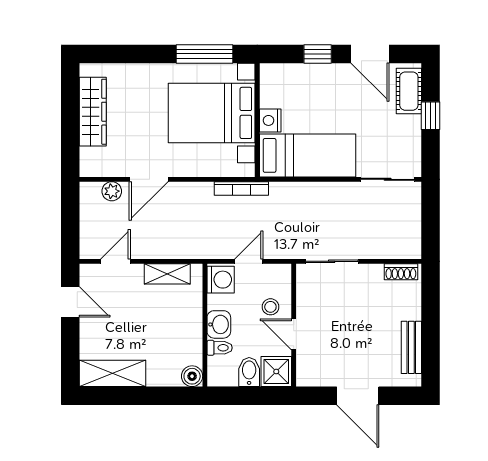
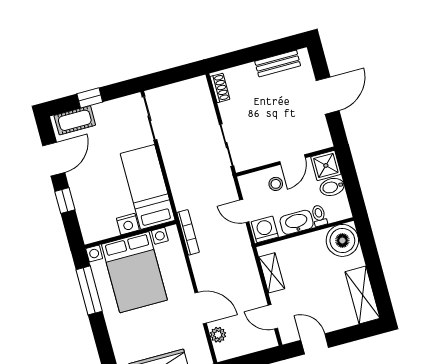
door: (70, 302) -> (315, 344), hinge flipped
washbasin: (219, 324) -> (297, 222), width x1.38
boiler: (192, 376) -> (342, 240), width x1.86, depth x1.86

